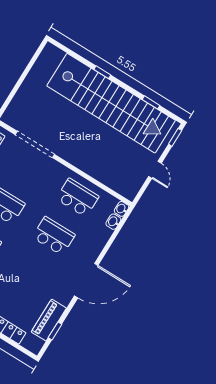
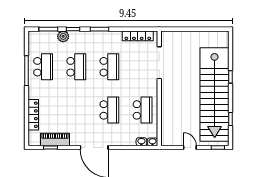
door: (155, 170) -> (190, 148), swing flipped

